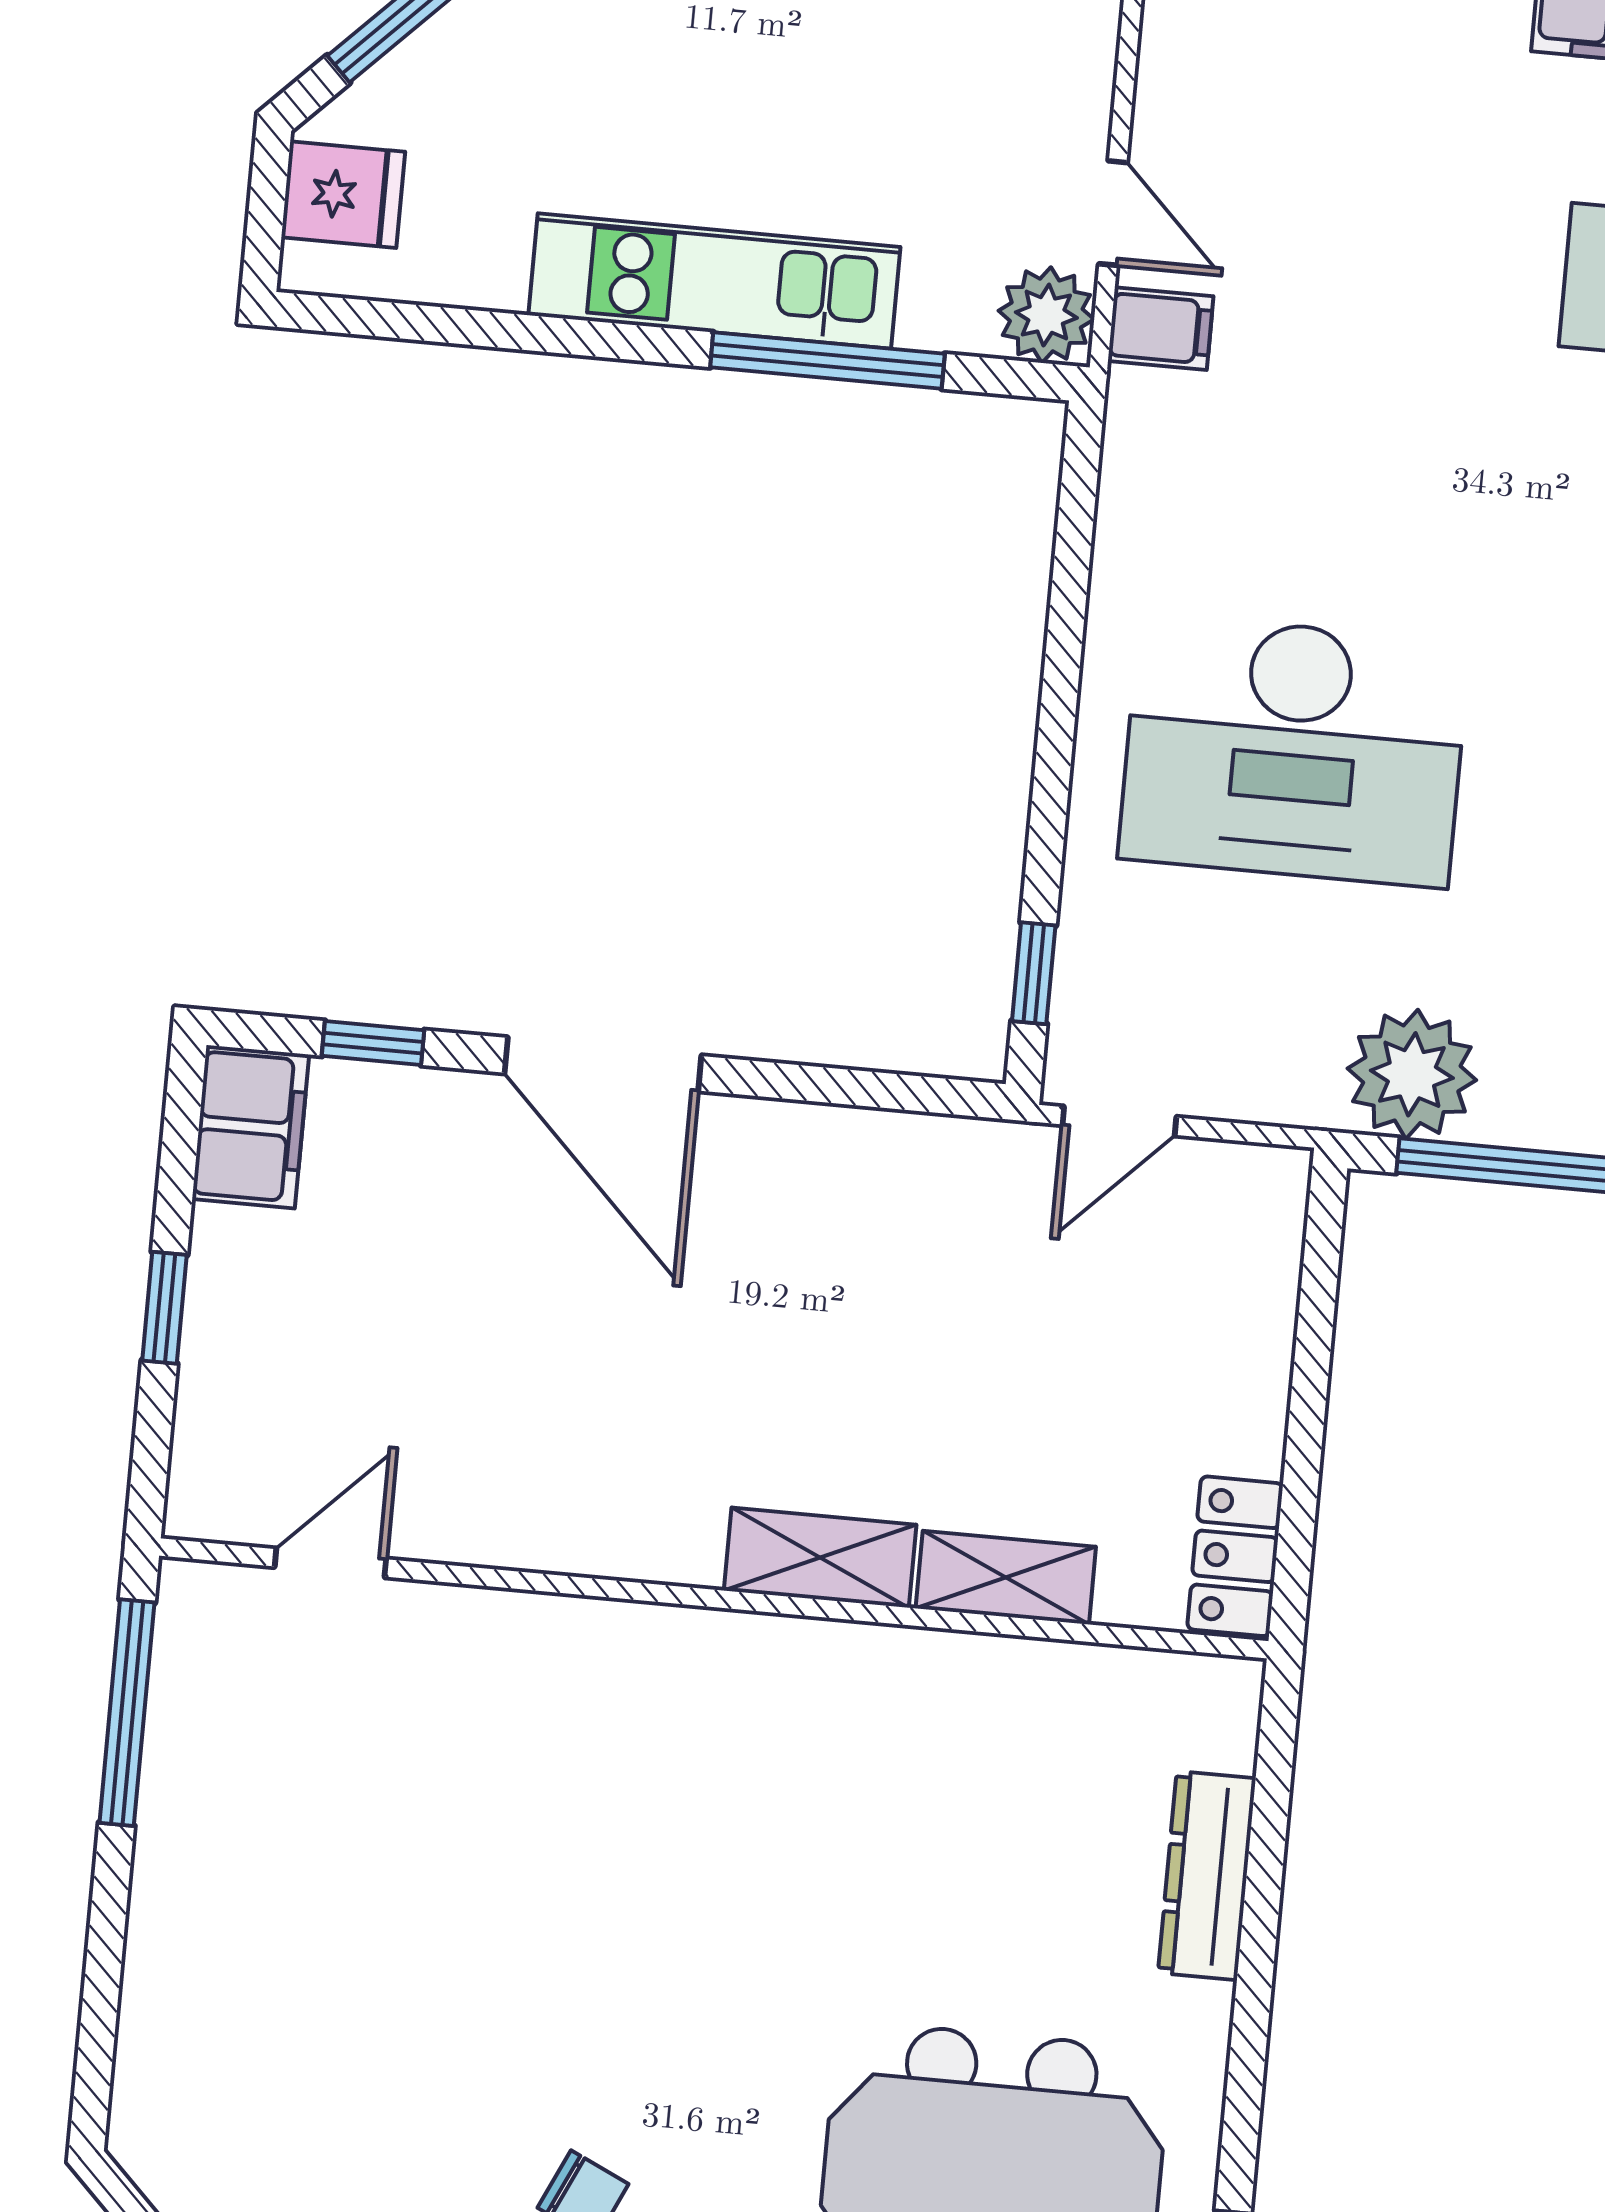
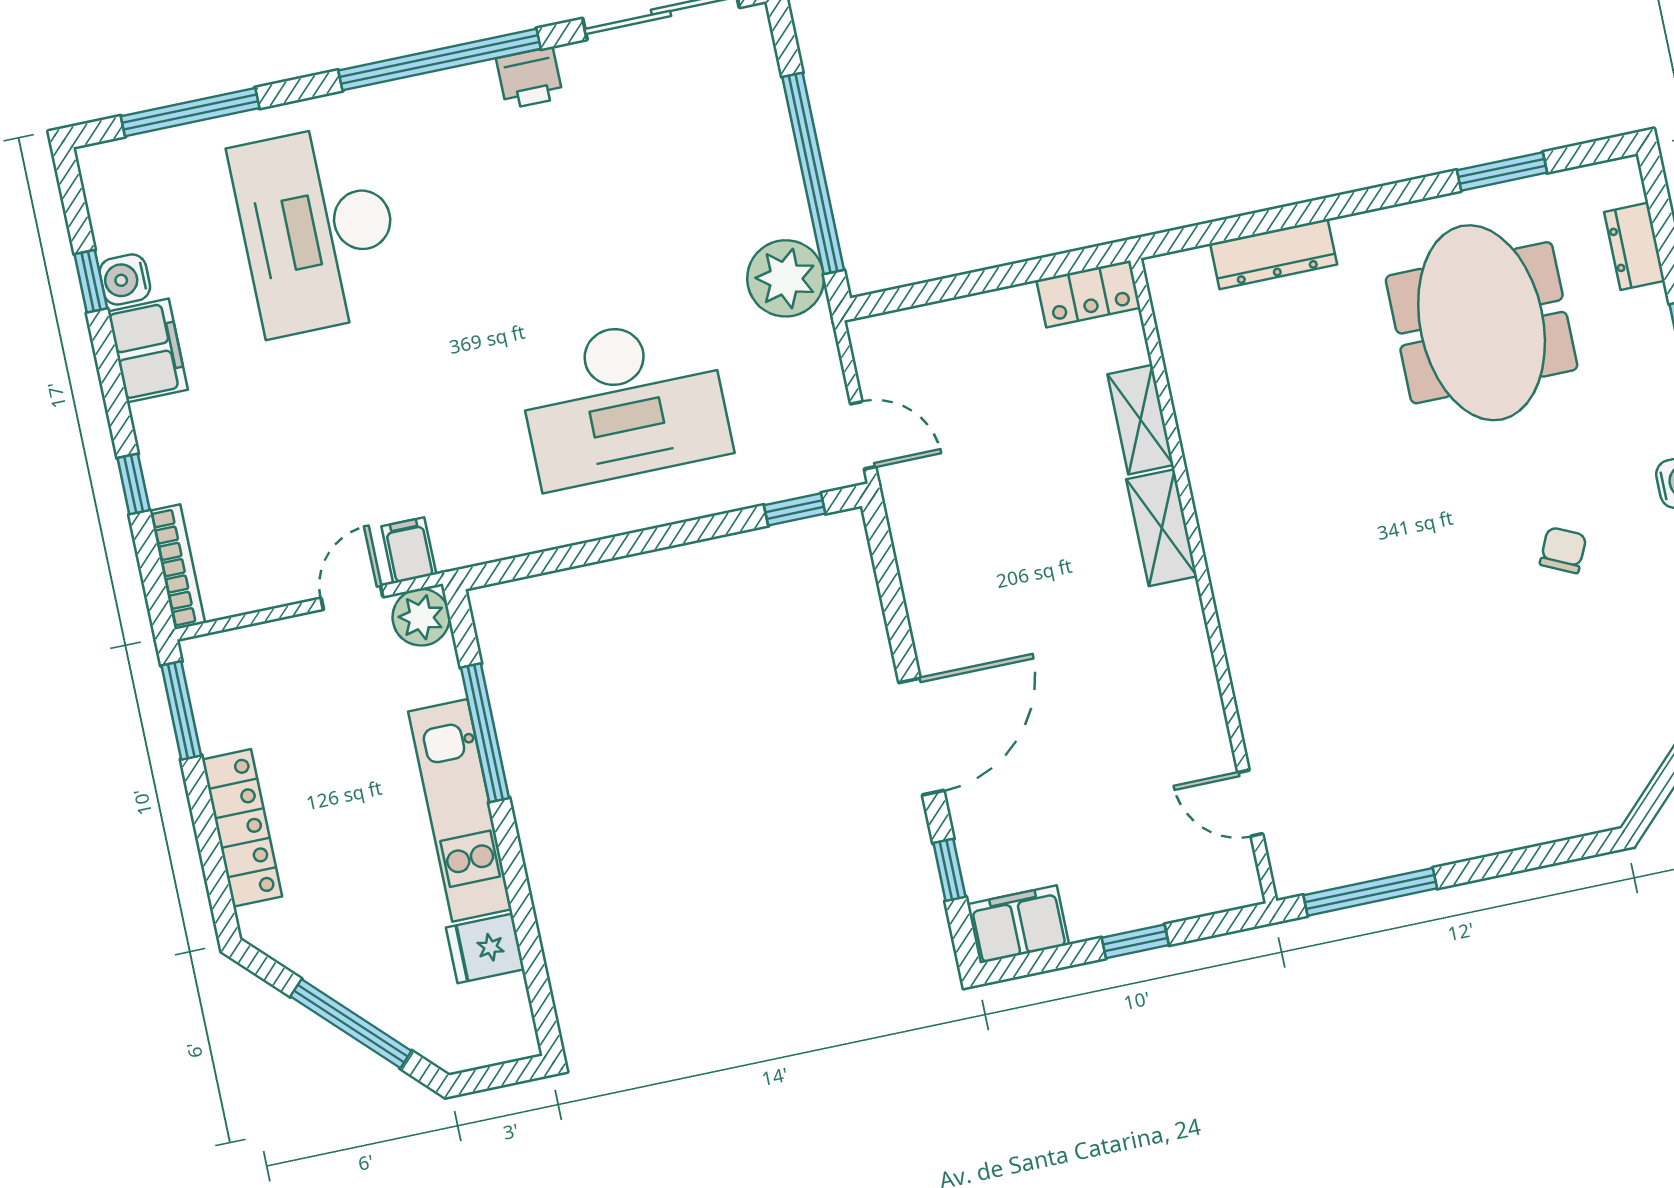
fridge: (343, 195) -> (485, 948), moved, turned -90
desk: (1294, 750) -> (623, 402), turned 90

